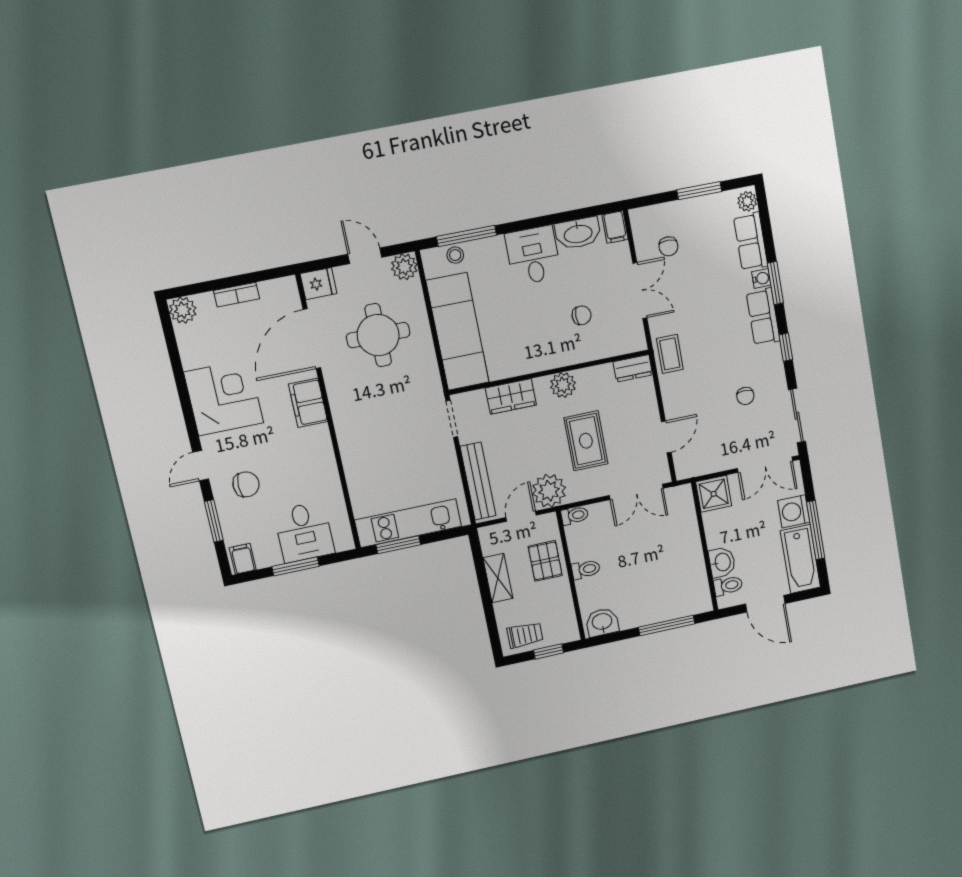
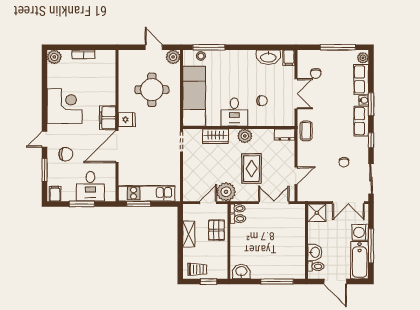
window: (699, 191) -> (338, 47), width x1.44
desk: (533, 255) -> (234, 112), moved, turned 180
fridge: (319, 284) -> (127, 120), moved
door: (312, 339) -> (117, 147), moved
bench: (478, 481) -> (189, 178), removed
double door: (636, 492) -> (274, 203), swing flipped
toilet: (586, 569) -> (238, 219), moved

